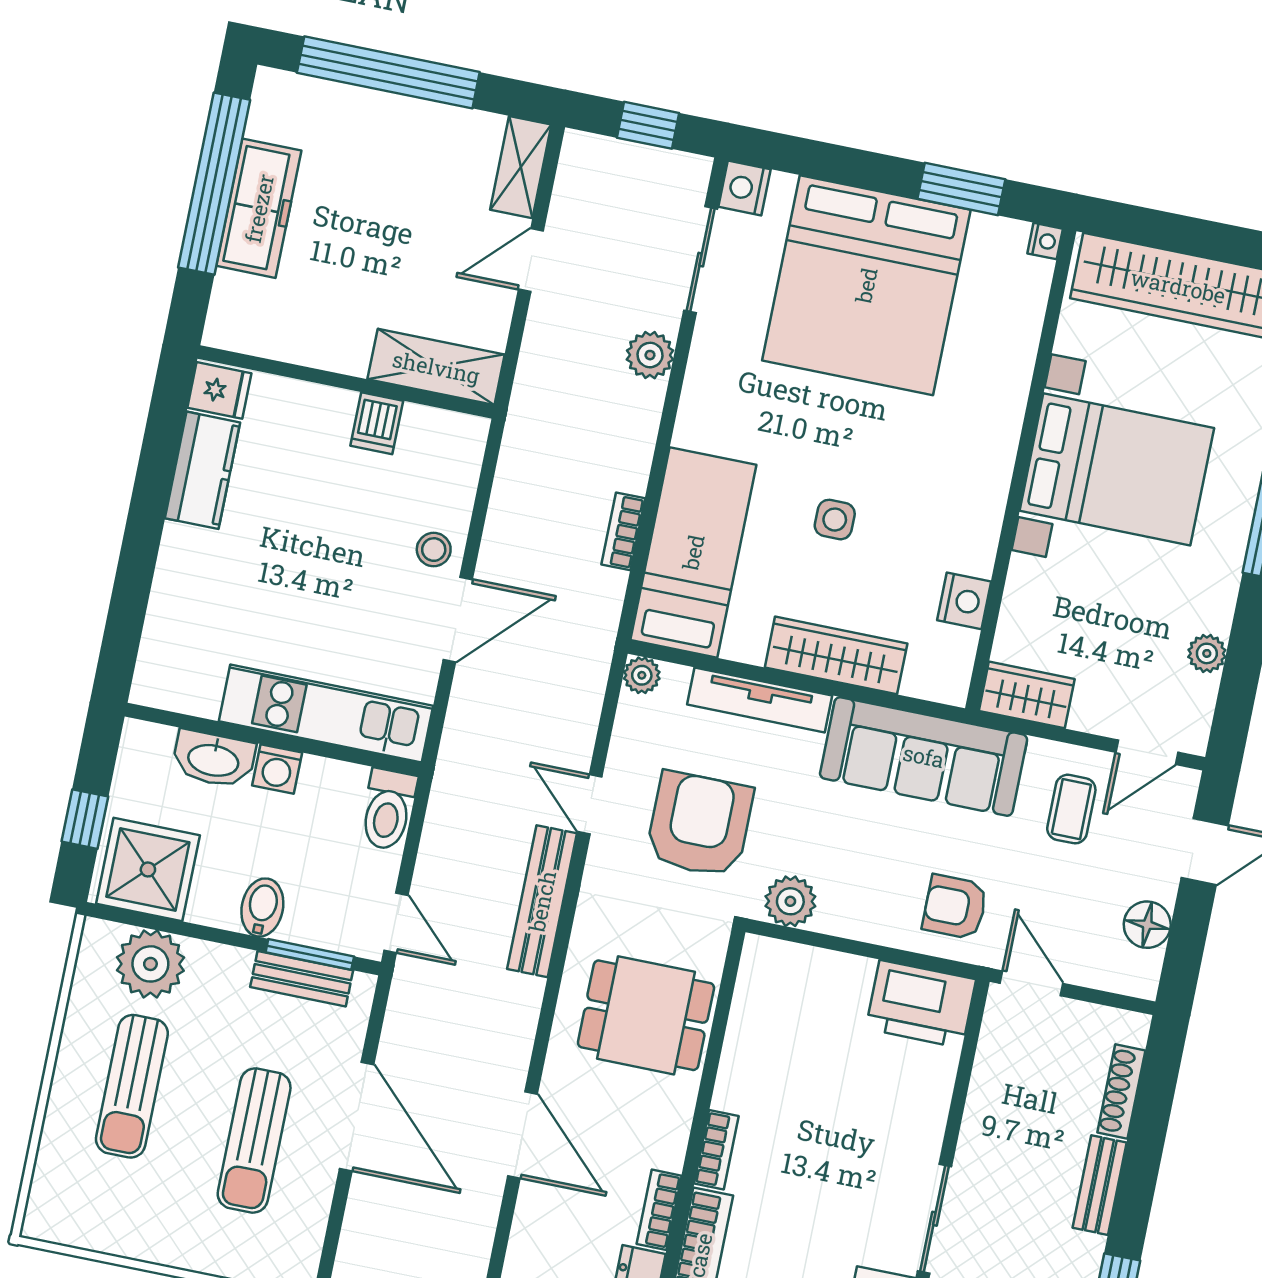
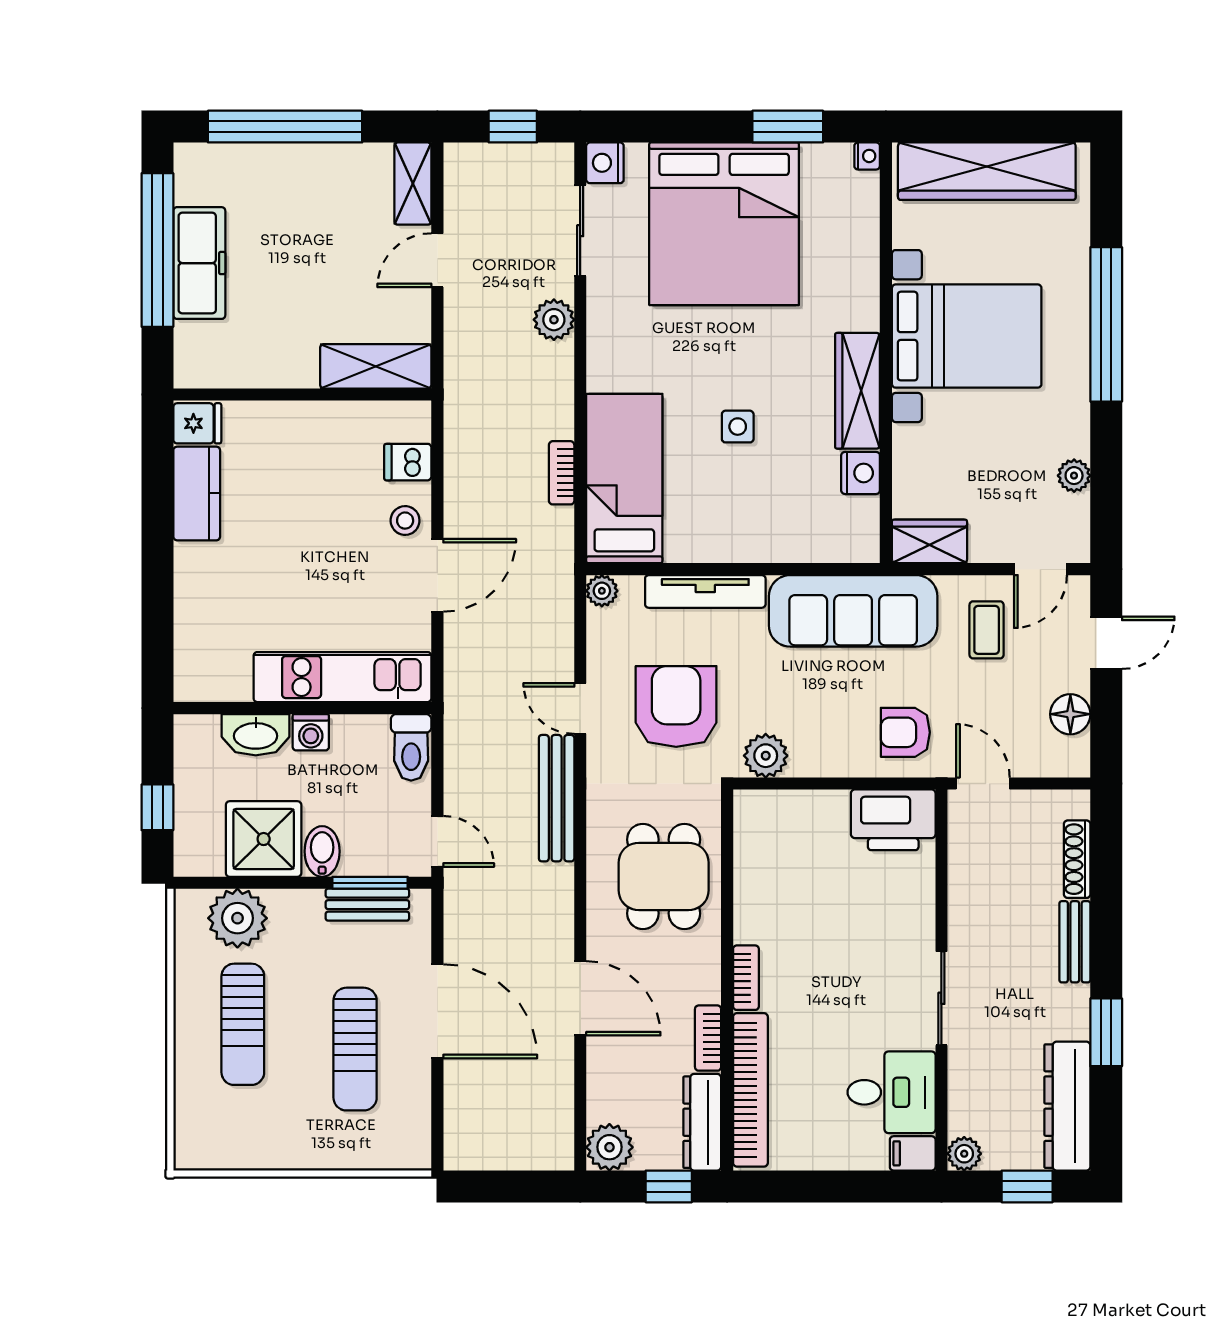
dishwasher: (377, 423) -> (408, 462), moved, turned 90
wardrobe: (836, 655) -> (858, 391), moved, turned -90
shower: (148, 869) -> (264, 839), moved
dining table: (646, 1015) -> (664, 876), turned 90

